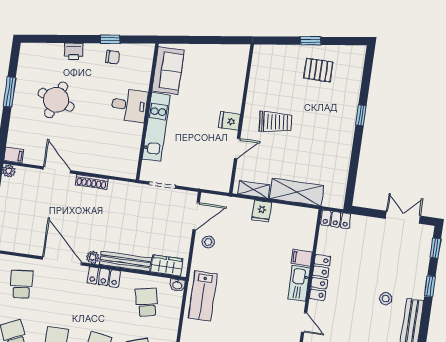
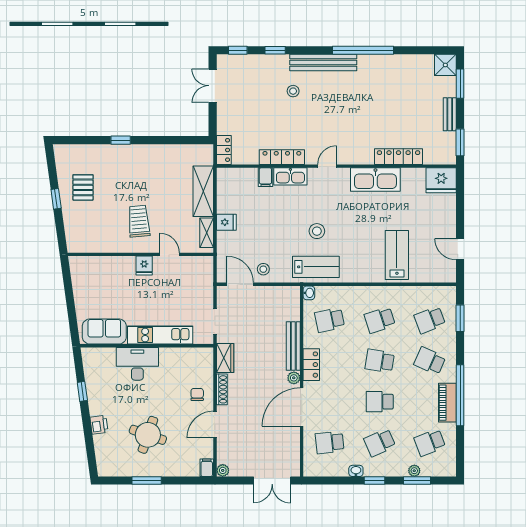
chair: (113, 57) -> (197, 394), moved
desk: (129, 105) -> (137, 364), width x1.37
wardrobe: (167, 265) -> (225, 358), moved, turned 180
stool: (239, 302) -> (317, 231), added

